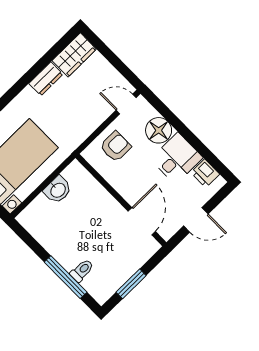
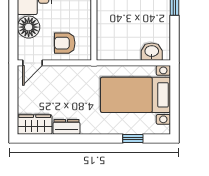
door: (126, 104) -> (32, 63), hinge flipped
washbasin: (58, 190) -> (152, 52), moved

